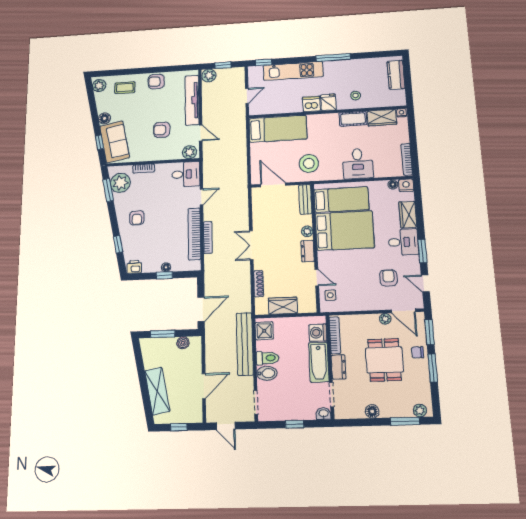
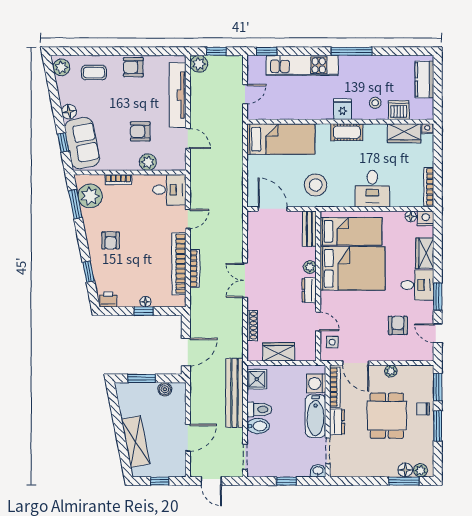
dishwasher: (311, 104) -> (399, 110), moved
cot: (353, 119) -> (347, 132), moved
plant: (190, 152) -> (148, 162), moved
door: (403, 311) -> (356, 363), moved
floor lamp: (372, 411) -> (405, 470), moved

